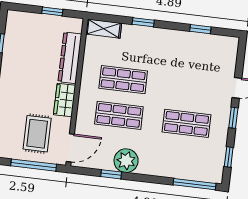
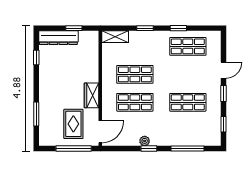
window: (200, 29) -> (178, 28), moved
shop shelf: (195, 52) -> (188, 46), added
dresser: (70, 58) -> (58, 38), moved, turned -90
plant: (126, 161) -> (145, 141), width x0.53, depth x0.53
window: (111, 174) -> (149, 148), moved
window: (194, 184) -> (188, 148), moved

